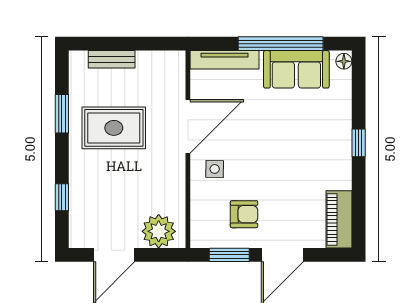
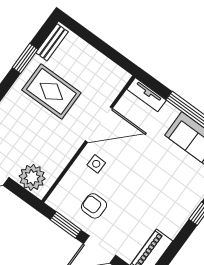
bench: (112, 59) -> (52, 42), moved, turned 90
tv unit: (224, 60) -> (147, 95), width x0.71
armchair: (244, 214) -> (94, 206), turned 180

